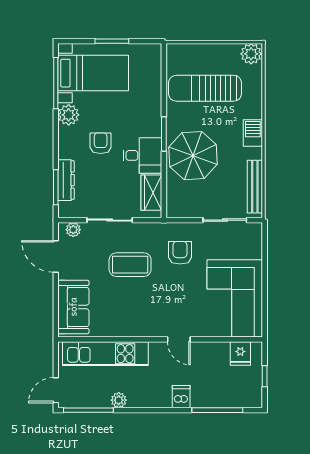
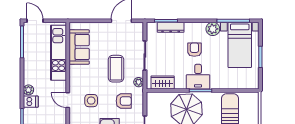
armchair: (101, 143) -> (194, 50), turned -90
desk: (142, 155) -> (198, 77), moved
plant: (73, 230) -> (139, 82), moved
side table: (179, 303) -> (91, 101), added
sofa: (73, 307) -> (79, 47), moved, turned -90
door: (179, 339) -> (68, 100), hinge flipped
plant: (119, 400) -> (28, 90), moved

